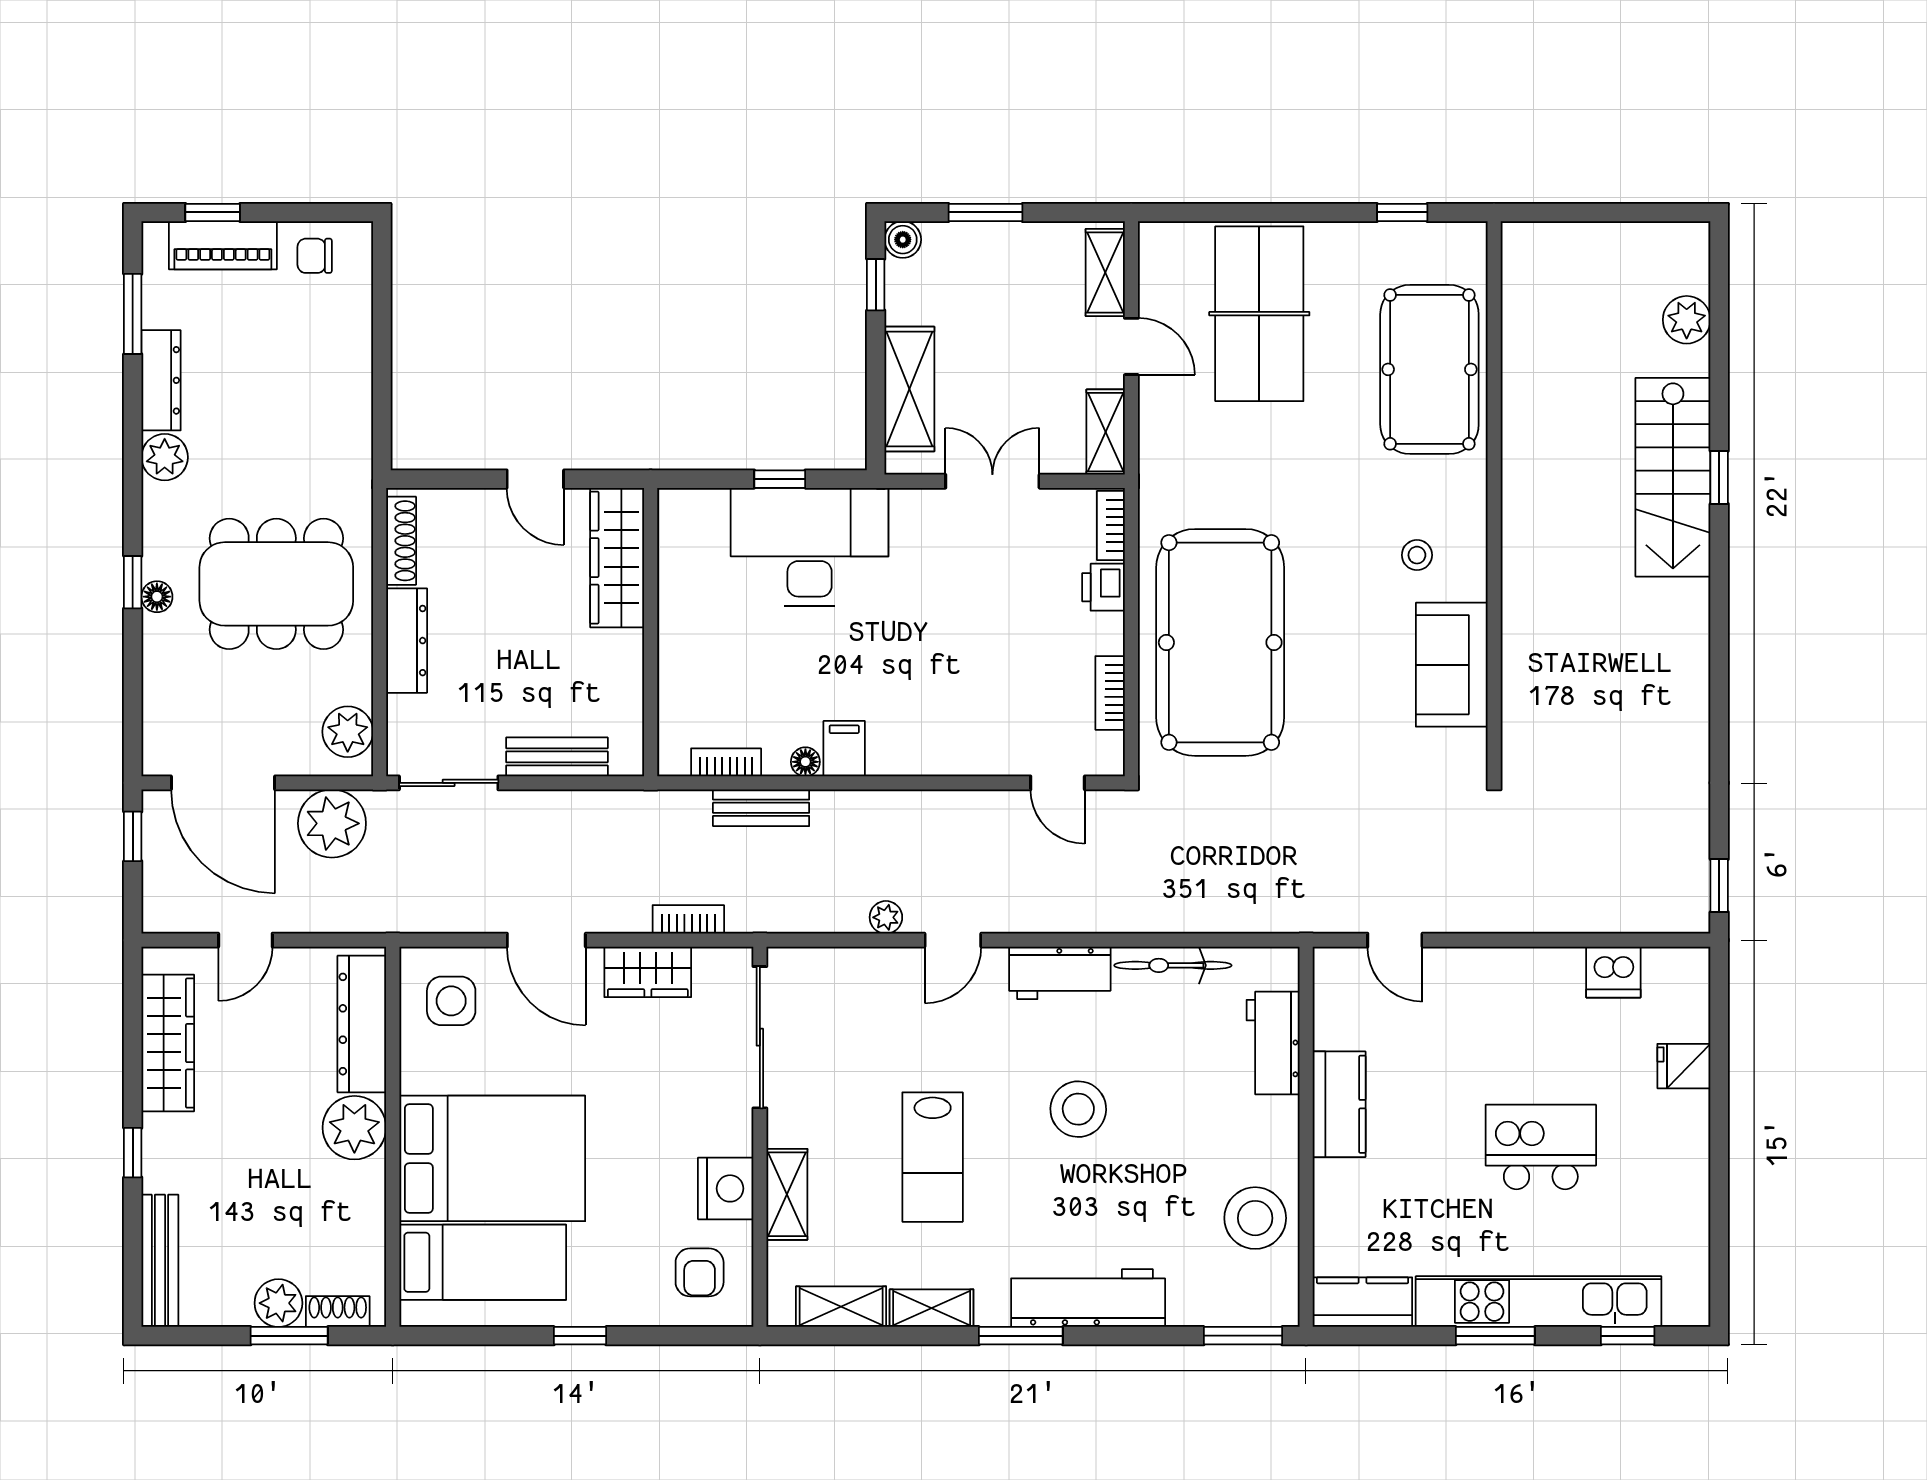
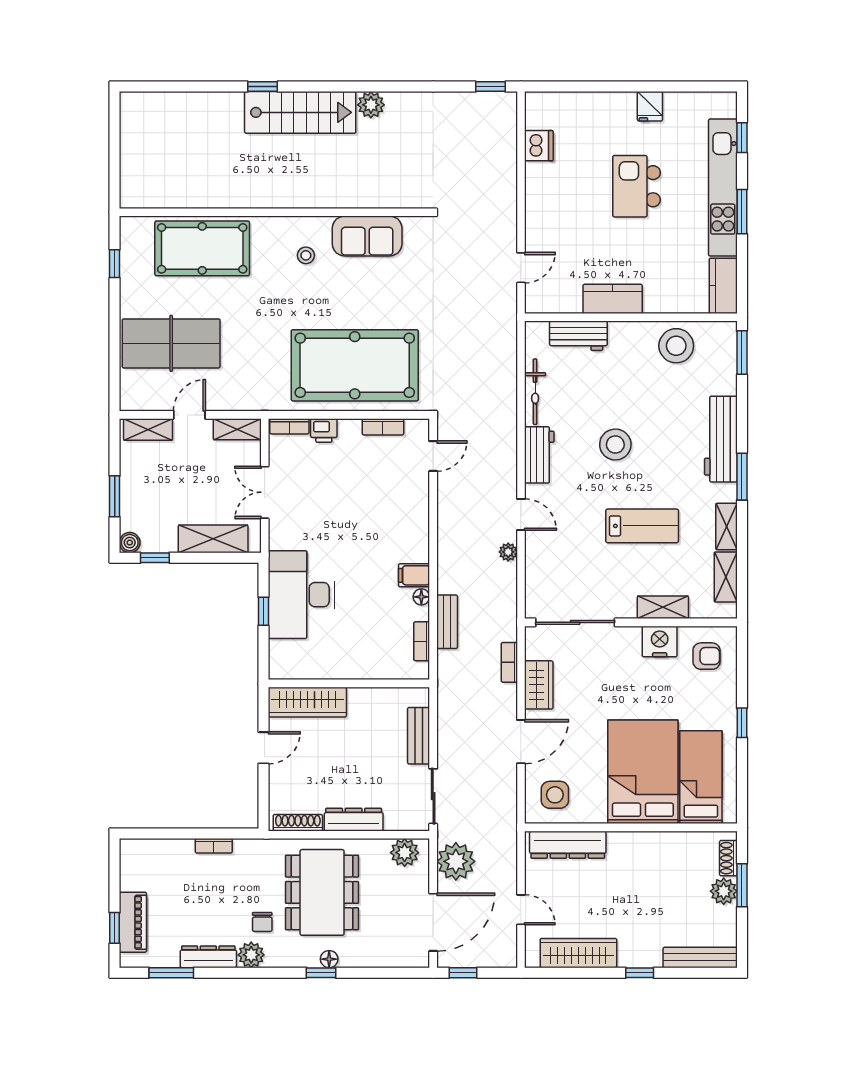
chair: (315, 256) -> (262, 922), moved
plant: (1687, 320) -> (371, 105), moved
bookcase: (360, 390) -> (214, 846), added
stairs: (1673, 477) -> (300, 112), moved
fridge: (1684, 1066) -> (650, 106), moved
plant: (354, 1128) -> (626, 849), removed

